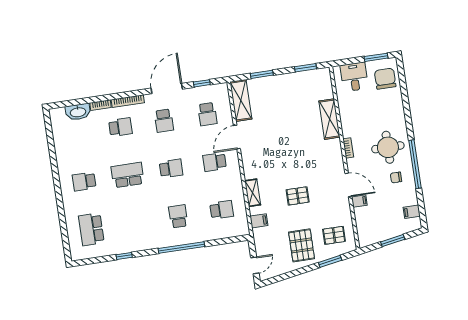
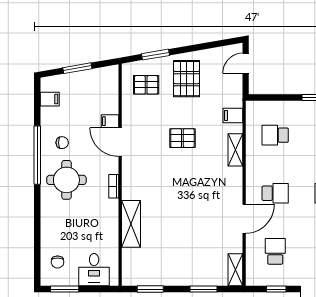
chair: (385, 79) -> (58, 262), width x0.54, depth x0.54
shelving: (241, 100) -> (235, 270), width x0.67, depth x0.75

